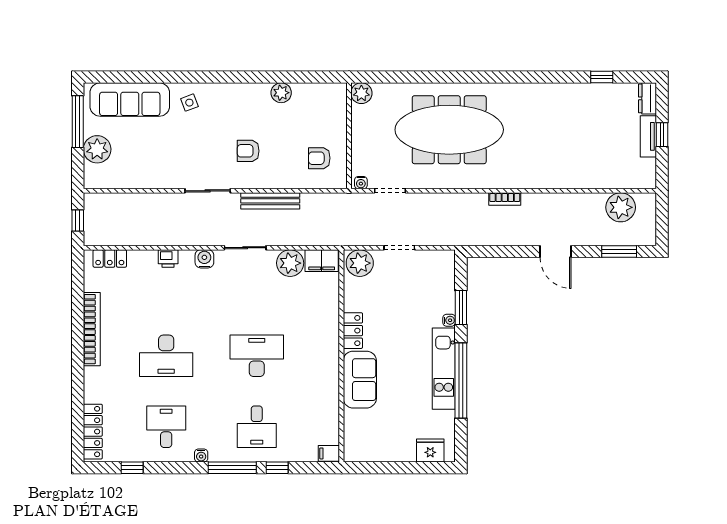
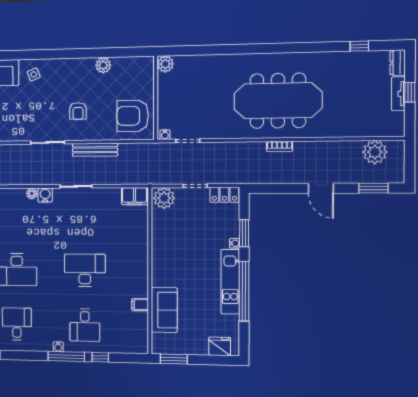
meeting table: (449, 130) -> (278, 101), moved
armchair: (248, 151) -> (78, 111), turned -90
armchair: (319, 158) -> (133, 116), width x1.88, depth x1.88
printer: (168, 258) -> (18, 195), removed
plant: (290, 263) -> (32, 194), moved, width x0.53, depth x0.53
locker: (353, 331) -> (224, 195), moved, turned 90
sofa: (360, 380) -> (164, 310), moved
filing cabinet: (329, 453) -> (140, 305), moved
water cooler: (201, 456) -> (58, 347), moved
window: (372, 468) -> (174, 359), added

